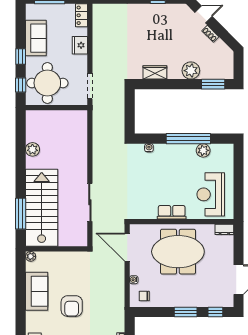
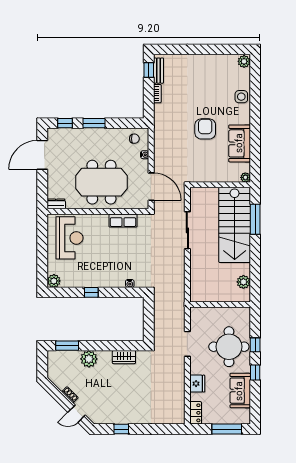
wall: (56, 108) -> (220, 304), moved
window: (188, 139) -> (91, 292), width x0.32
plant: (203, 150) -> (54, 281), moved
row of seats: (172, 212) -> (123, 220), moved

